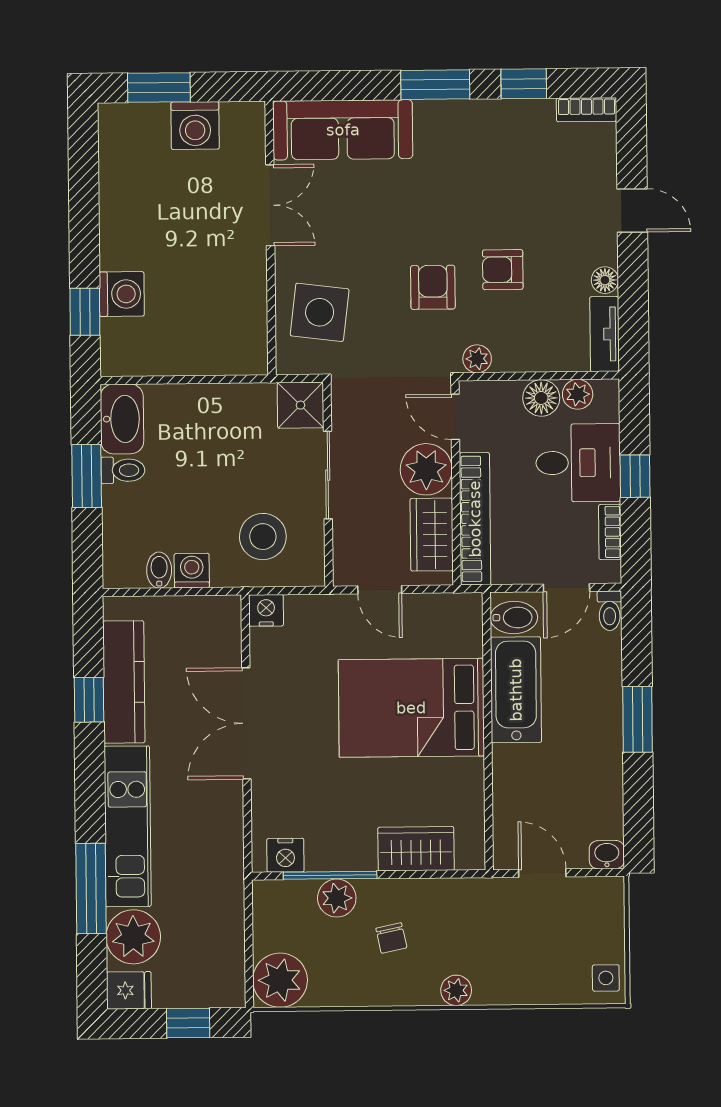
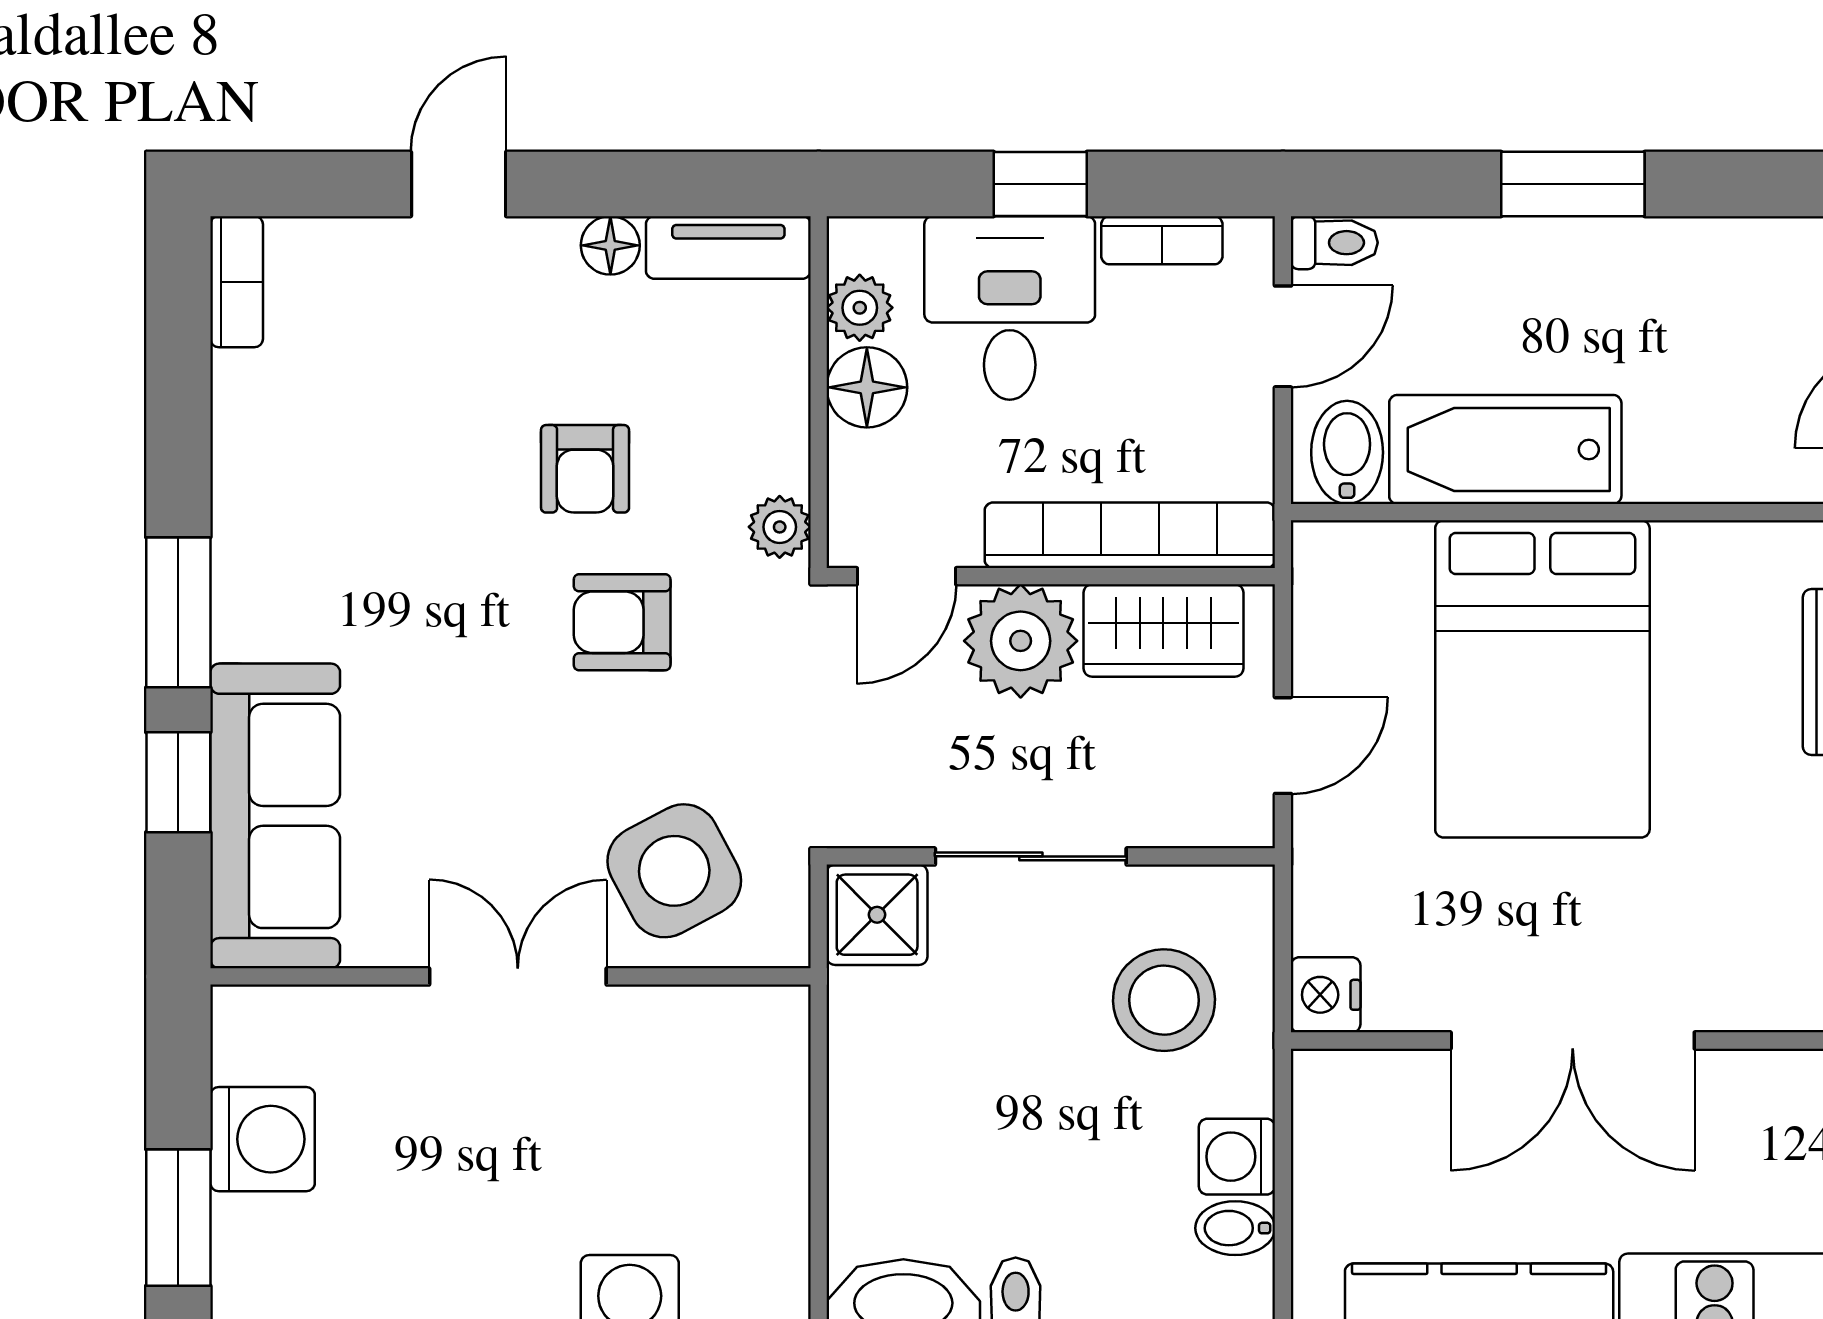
window: (524, 84) -> (178, 782), moved
double door: (270, 205) -> (518, 976), moved
side table: (320, 312) -> (674, 871), turned -35
door: (566, 588) -> (1283, 336), hinge flipped

